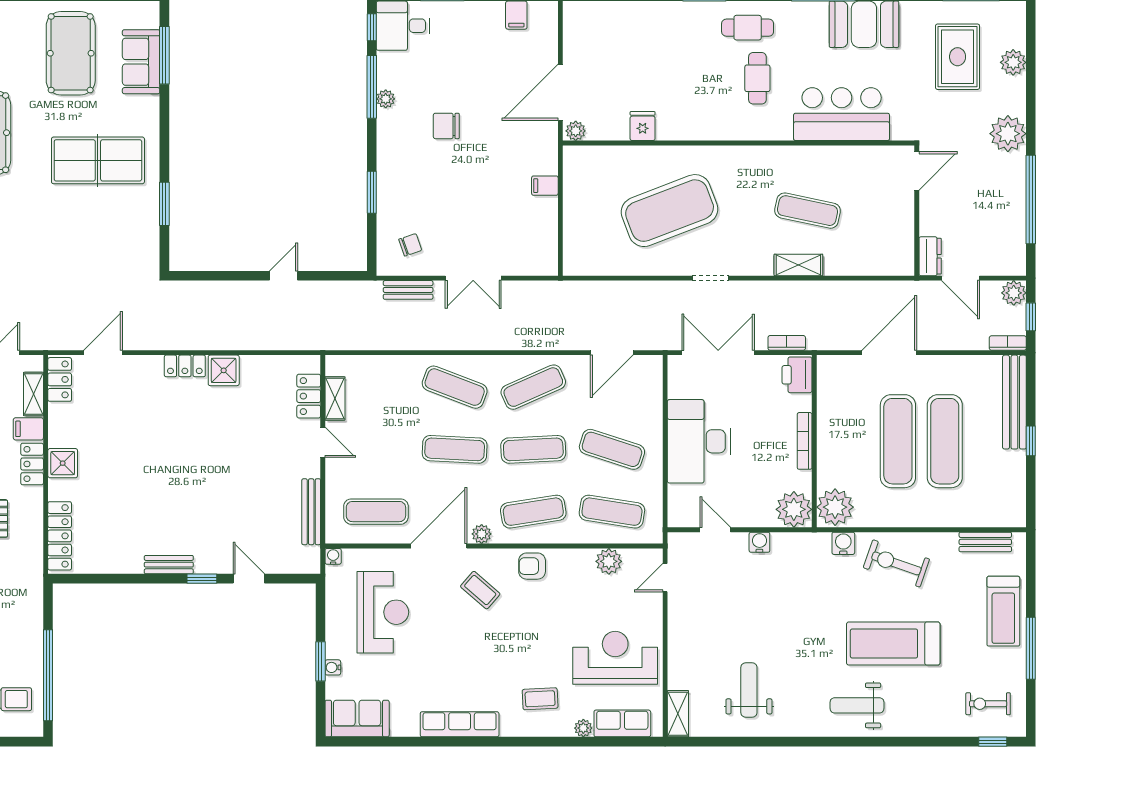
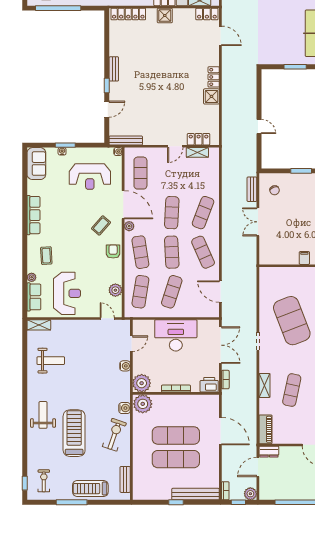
piano: (886, 263) -> (265, 429), added
bench: (311, 512) -> (126, 140), moved

